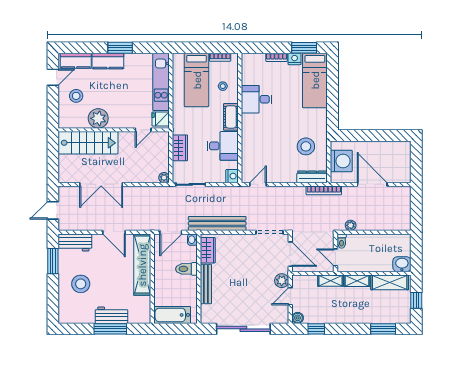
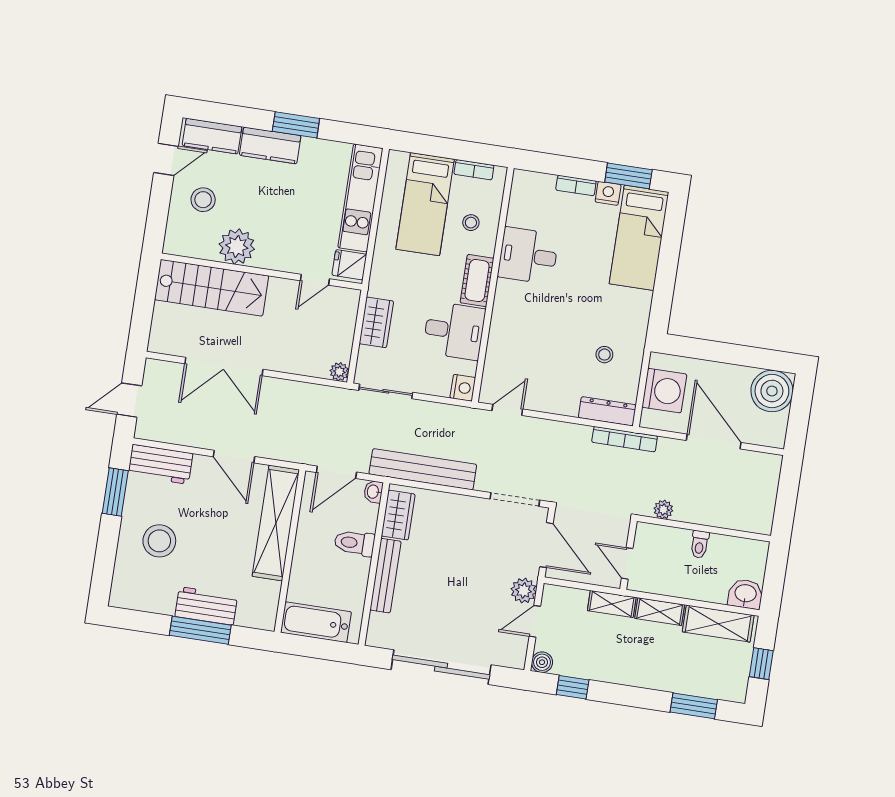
stool: (306, 146) -> (604, 355), width x0.53, depth x0.53
boiler: (399, 152) -> (772, 391), added
toilet: (342, 241) -> (700, 544), moved

